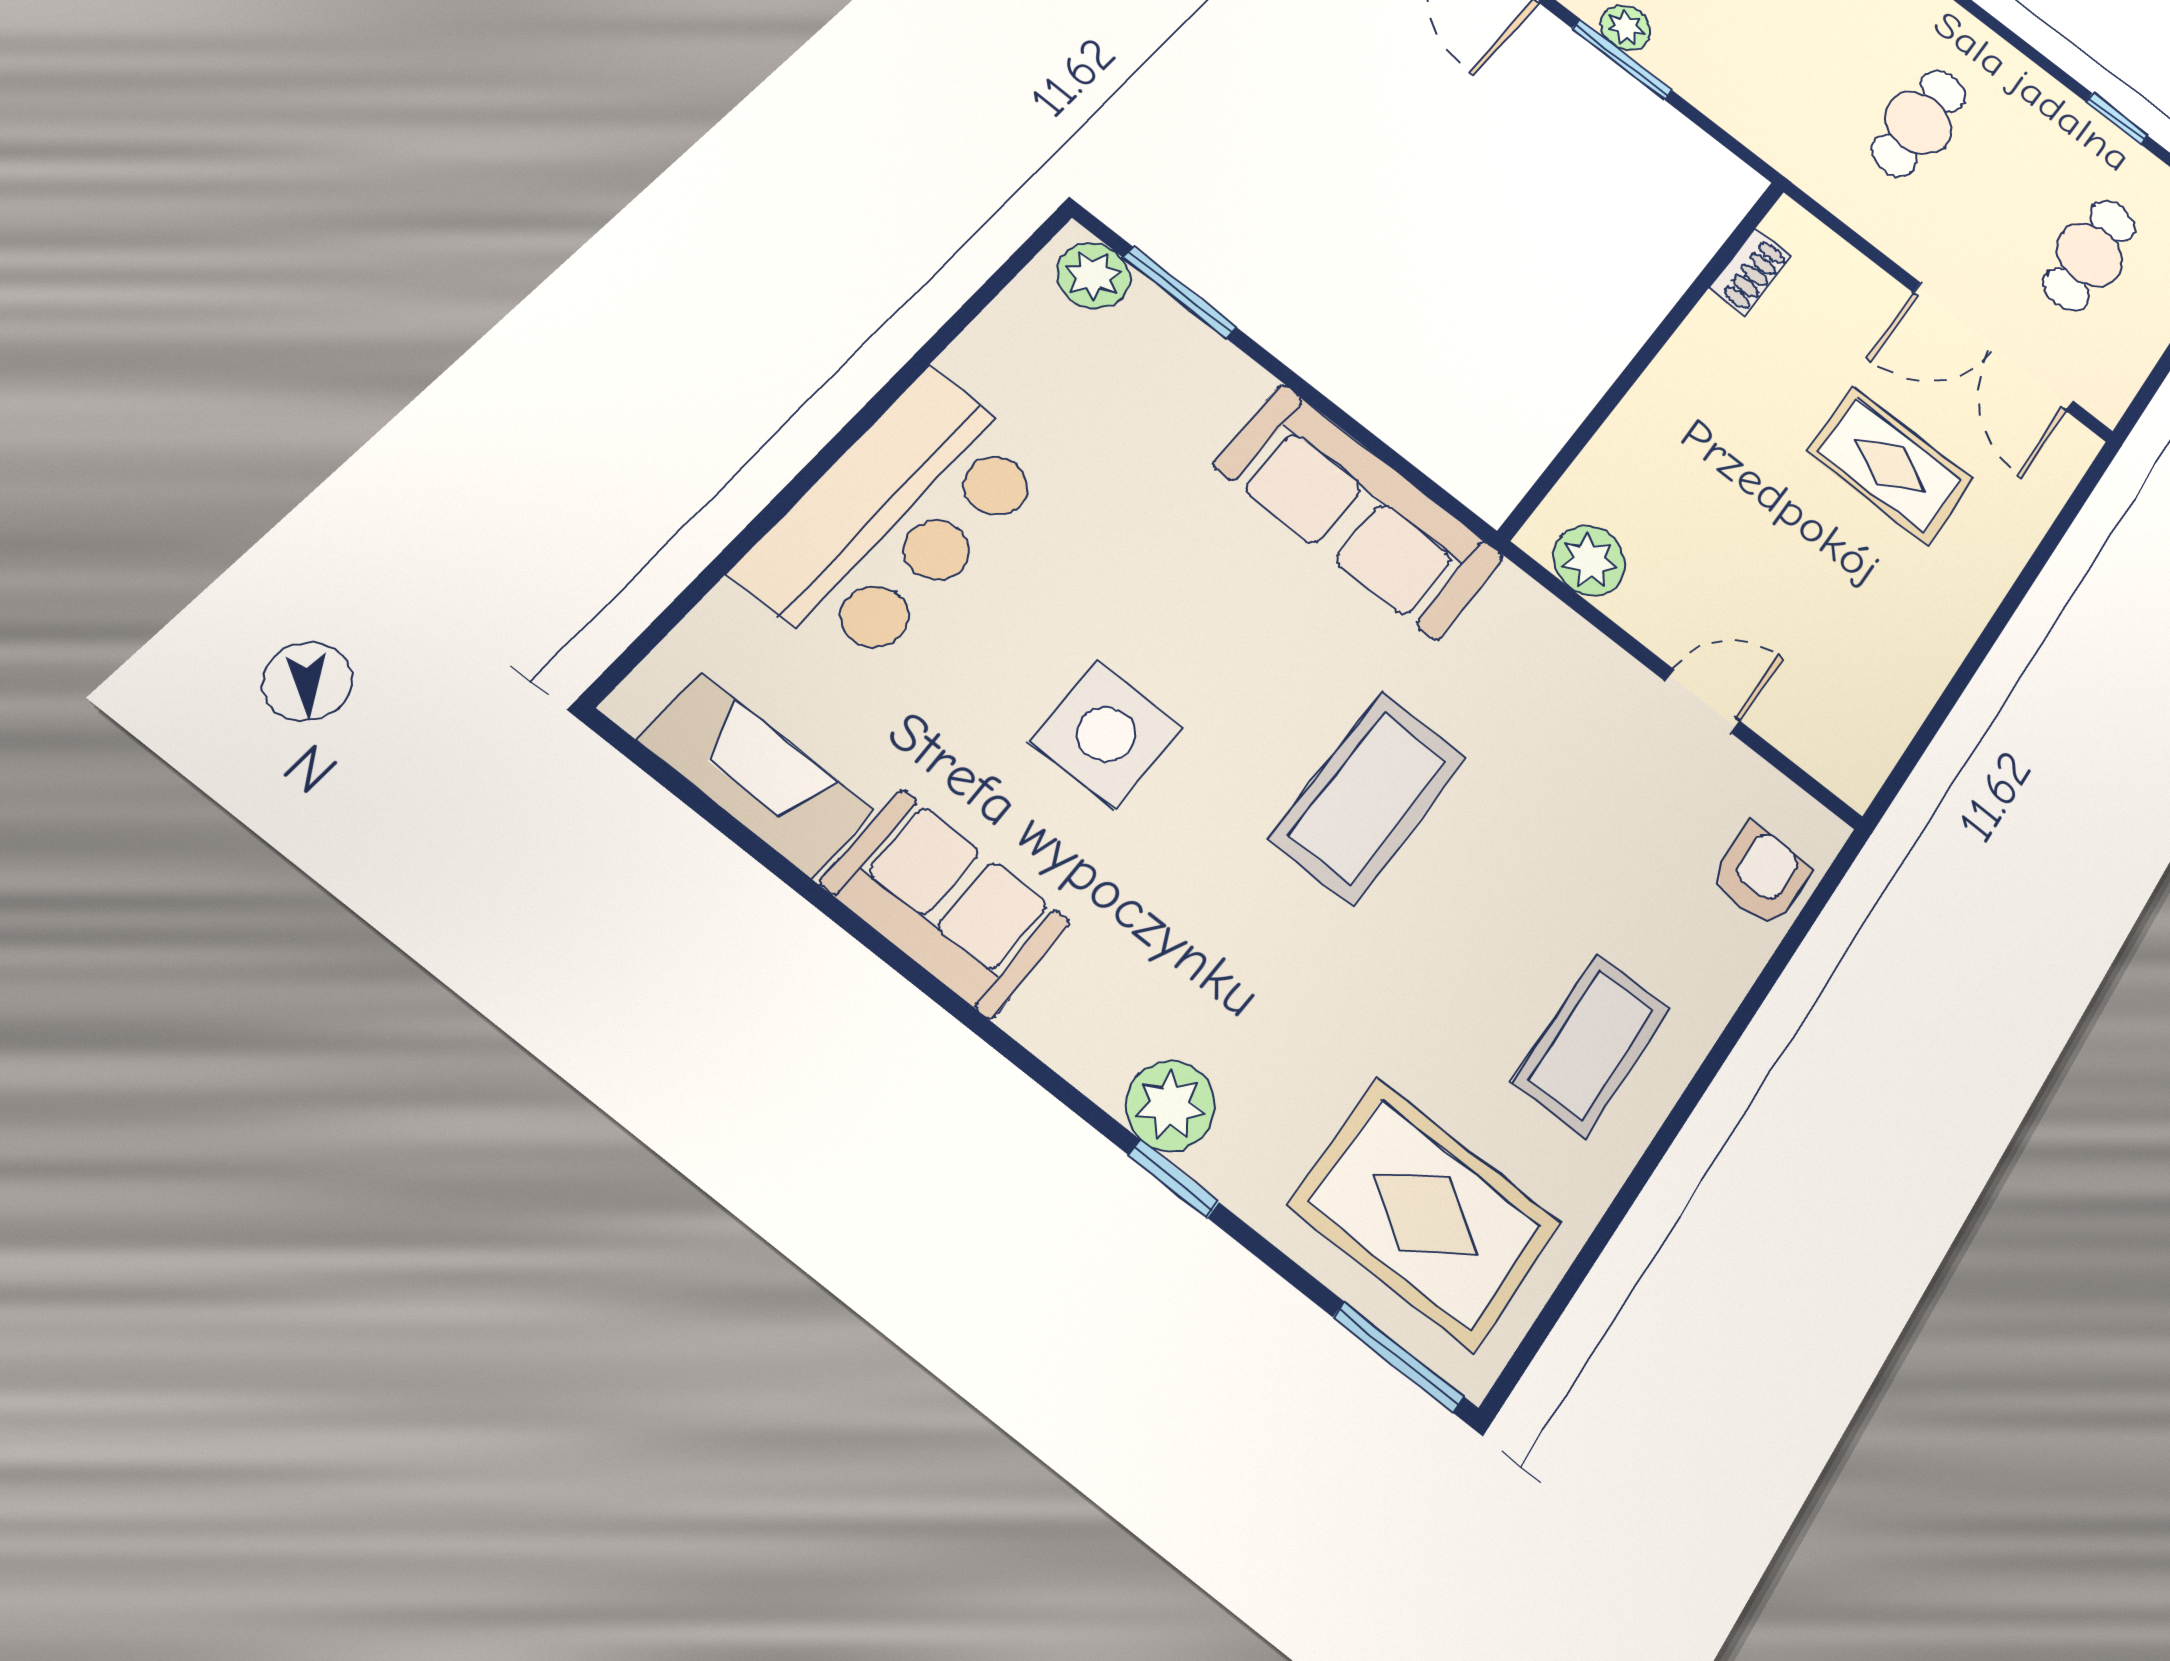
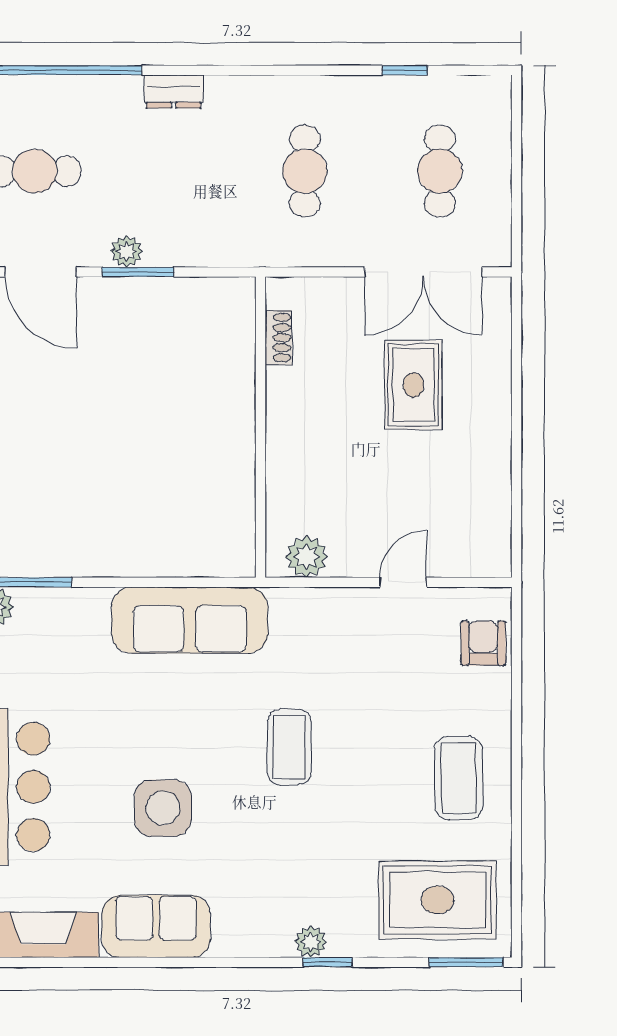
rug: (1890, 466) -> (413, 385), turned 90
coffee table: (1368, 798) -> (289, 747), width x0.73, depth x0.76
plant: (1170, 1106) -> (311, 942), width x0.73, depth x0.73

